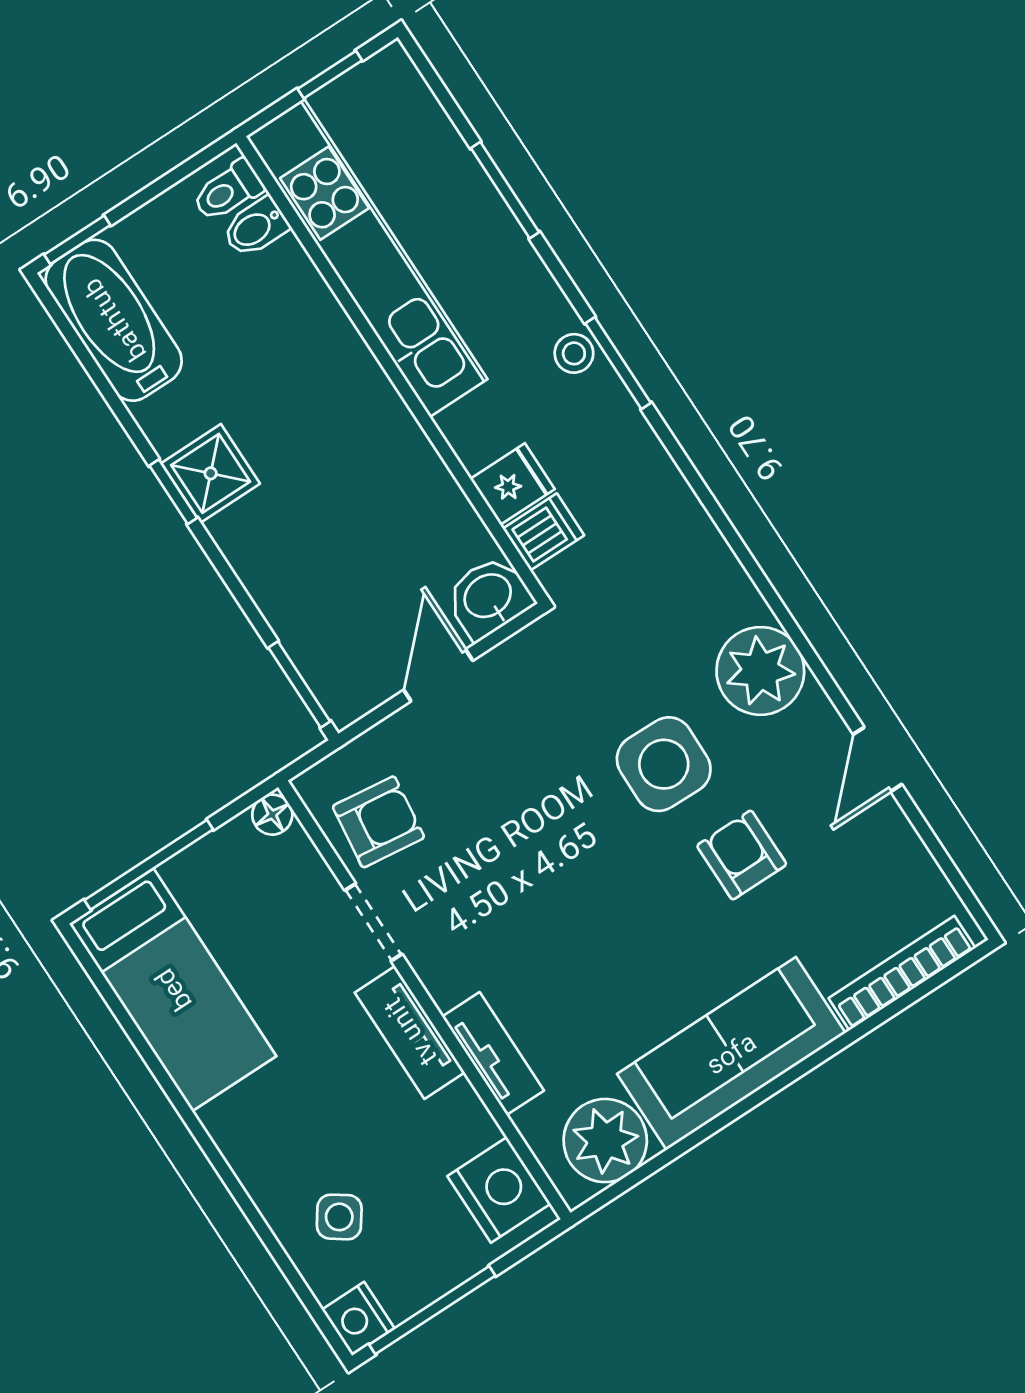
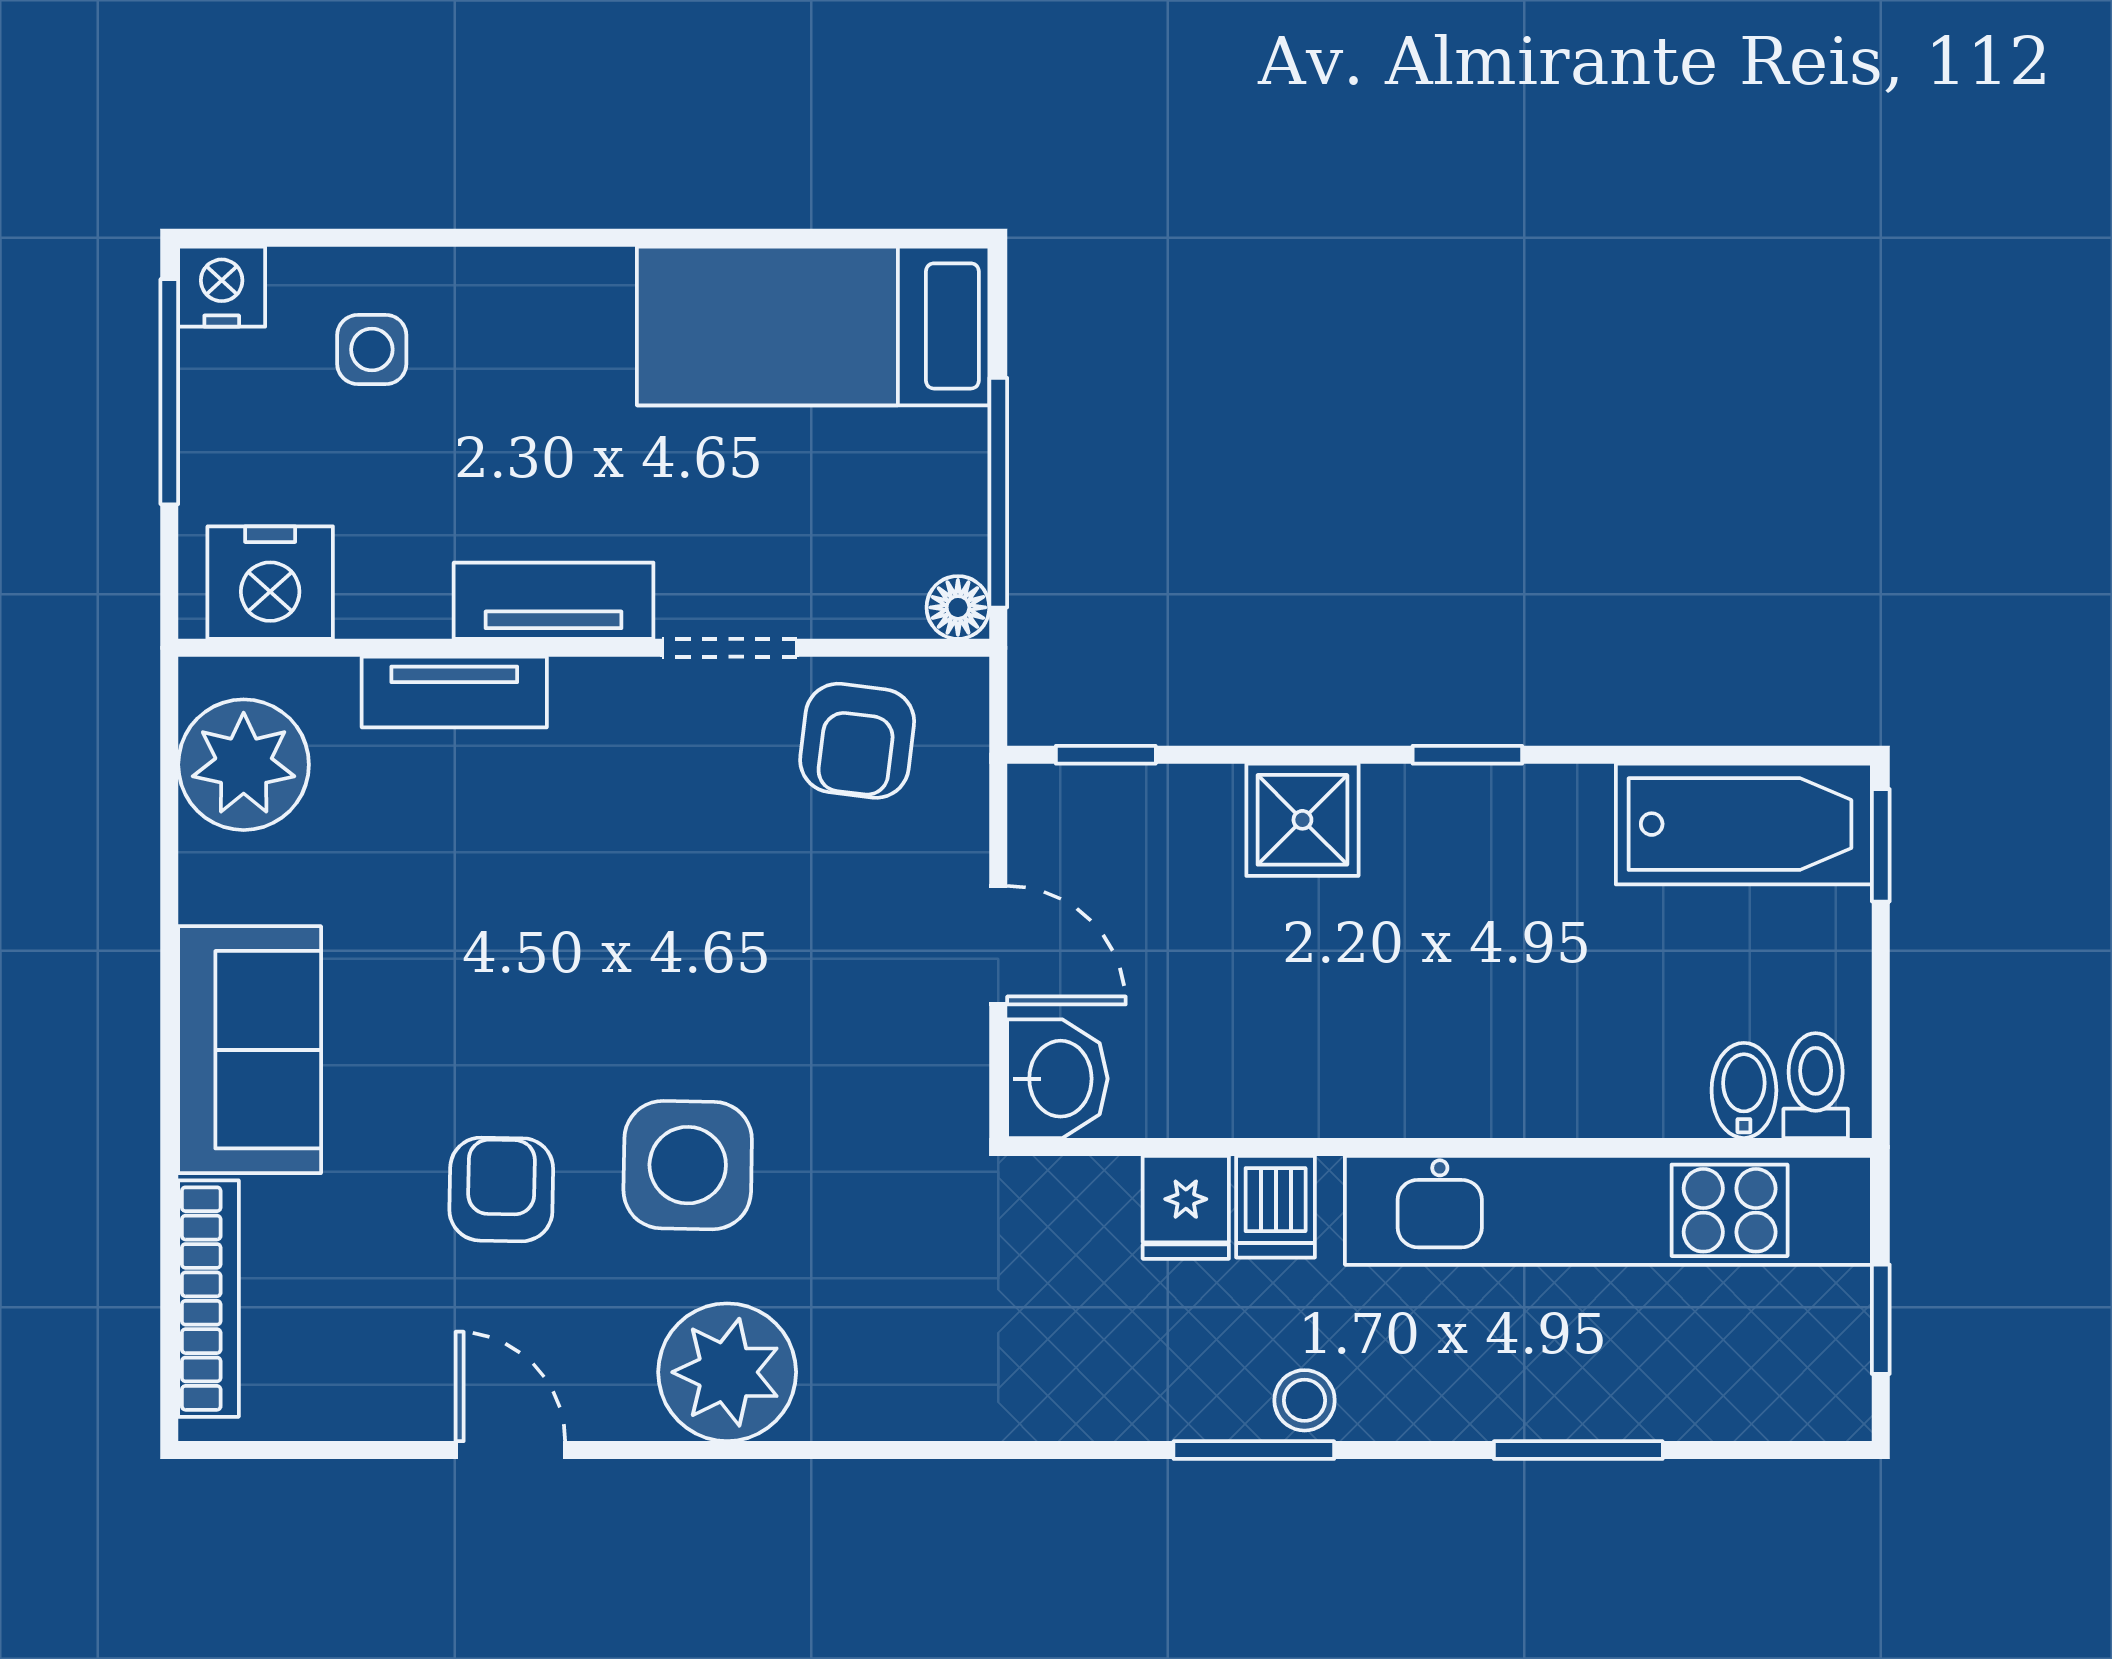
shower: (211, 473) -> (1302, 820), moved
dishwasher: (543, 532) -> (1276, 1207), moved
window: (299, 684) -> (1106, 755), width x0.67
armchair: (742, 855) -> (501, 1189), turned -89
window: (149, 865) -> (998, 493), moved
sofa: (731, 1053) -> (250, 1050), width x0.73
side table: (339, 1217) -> (372, 350), turned -35

